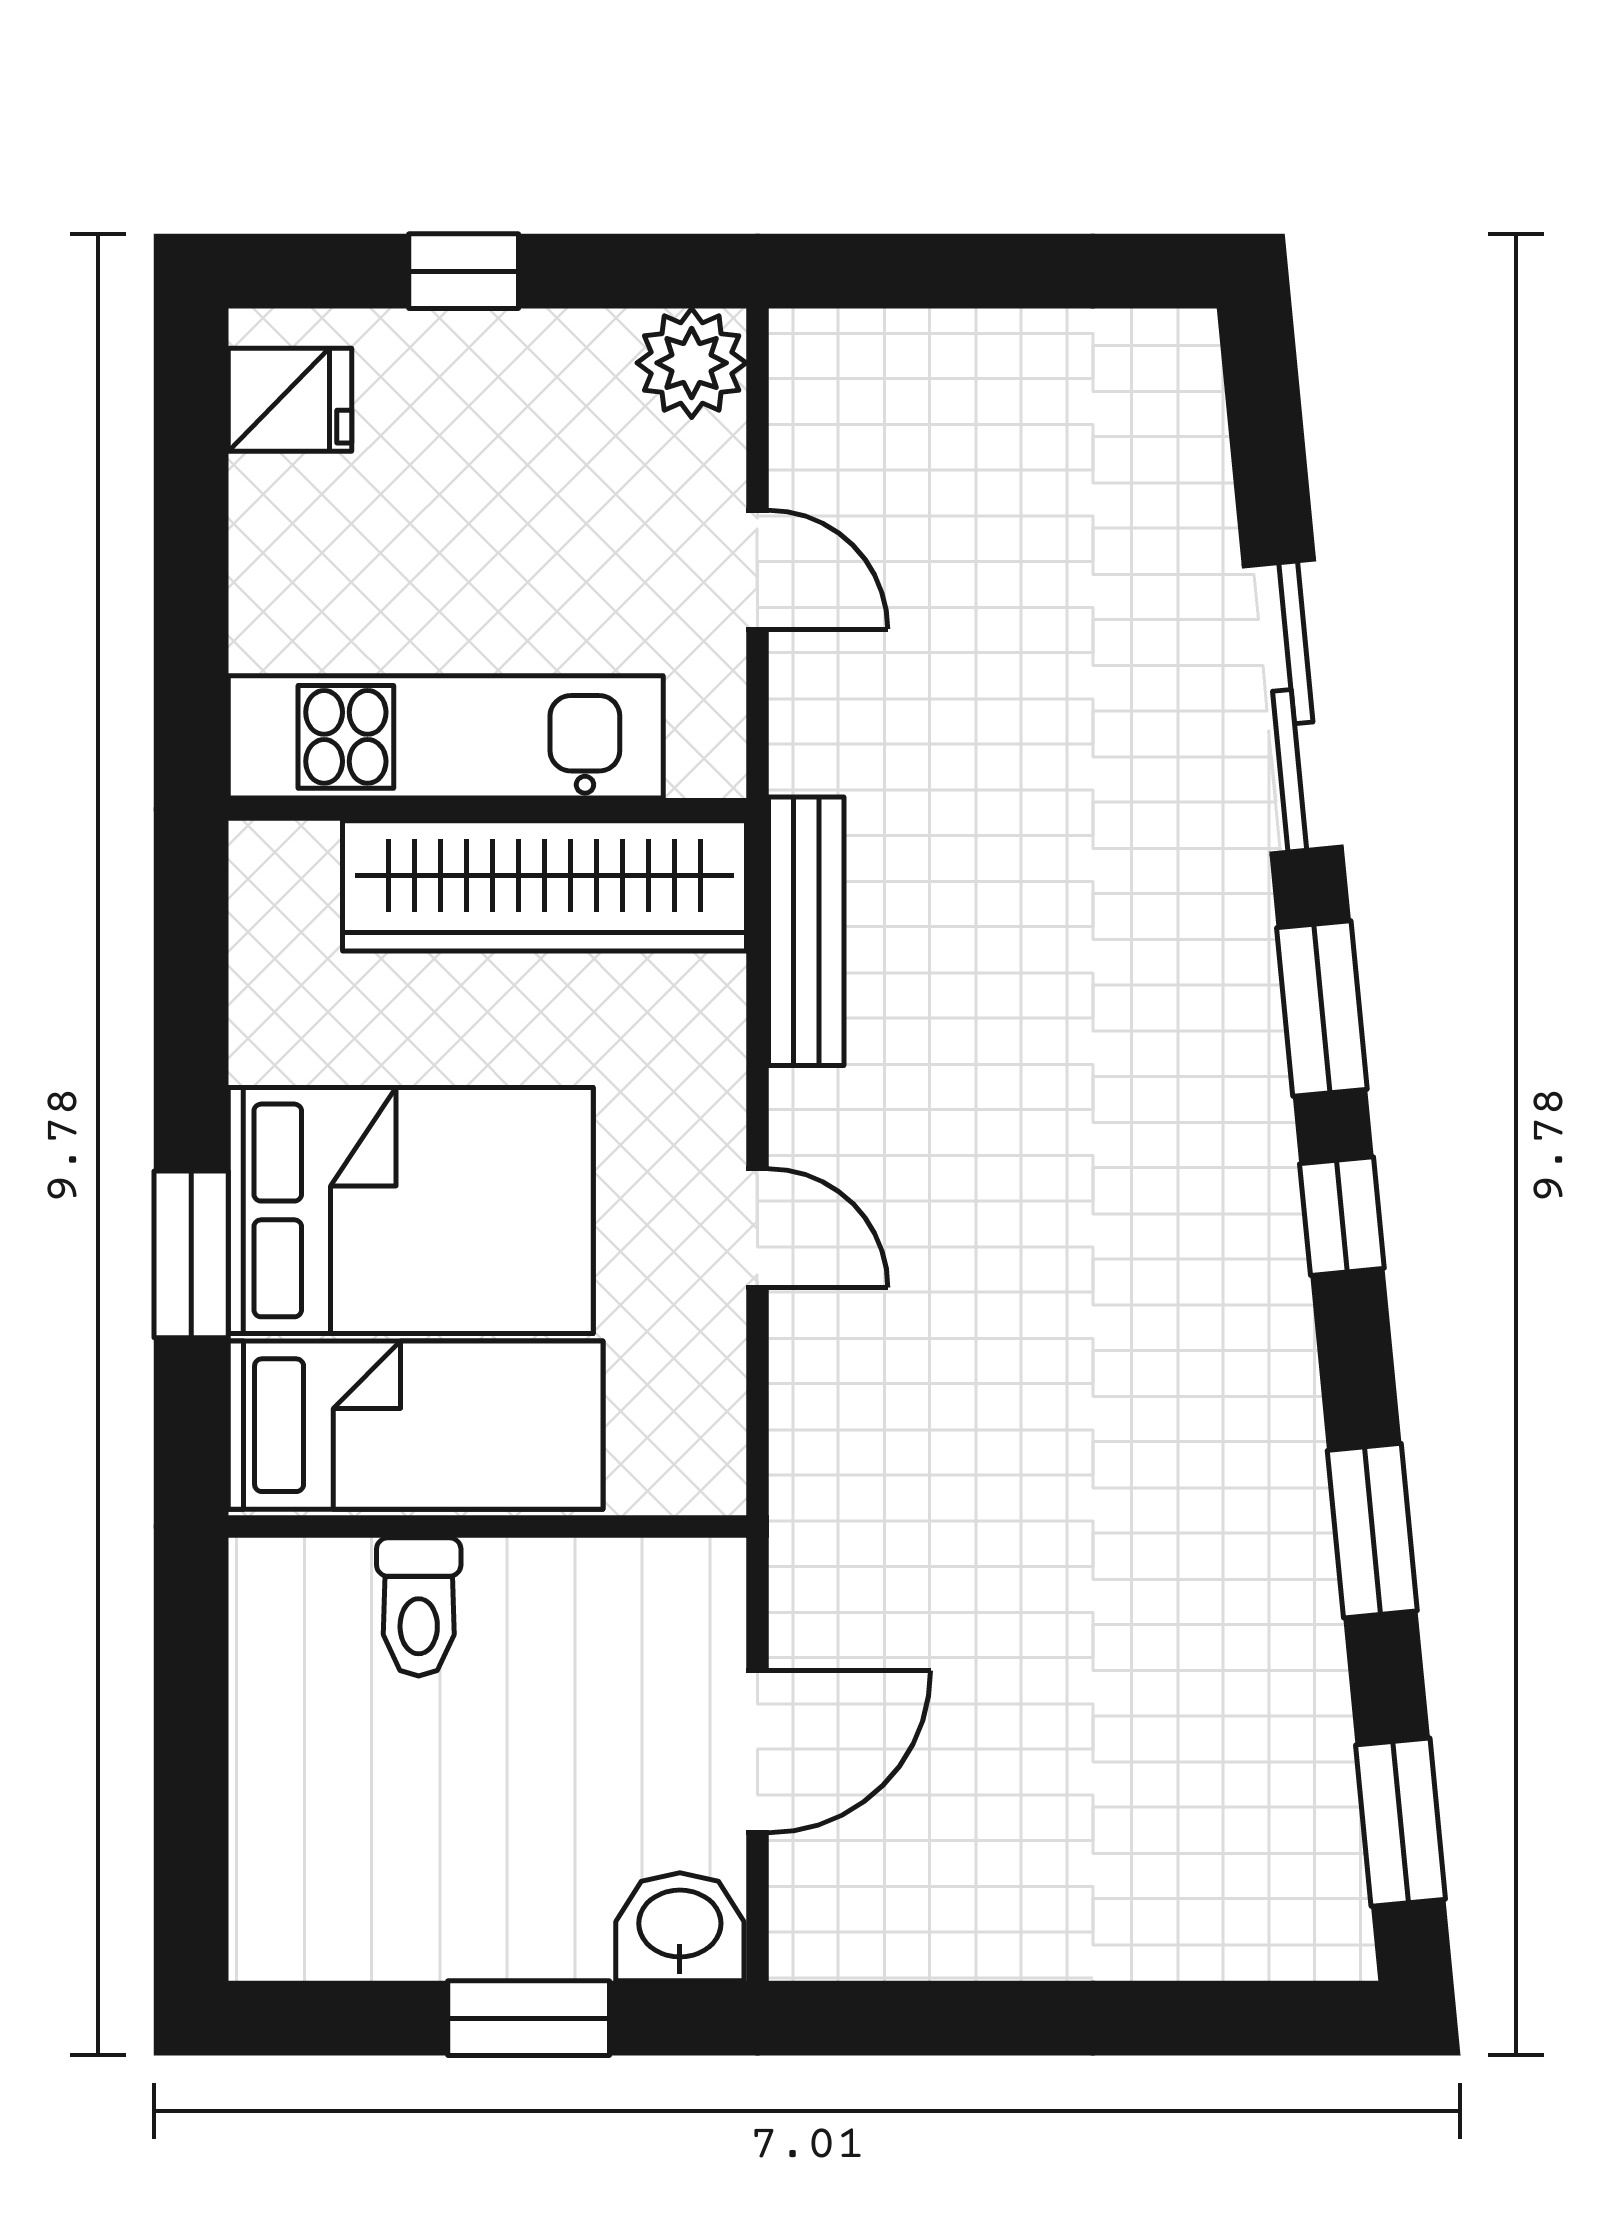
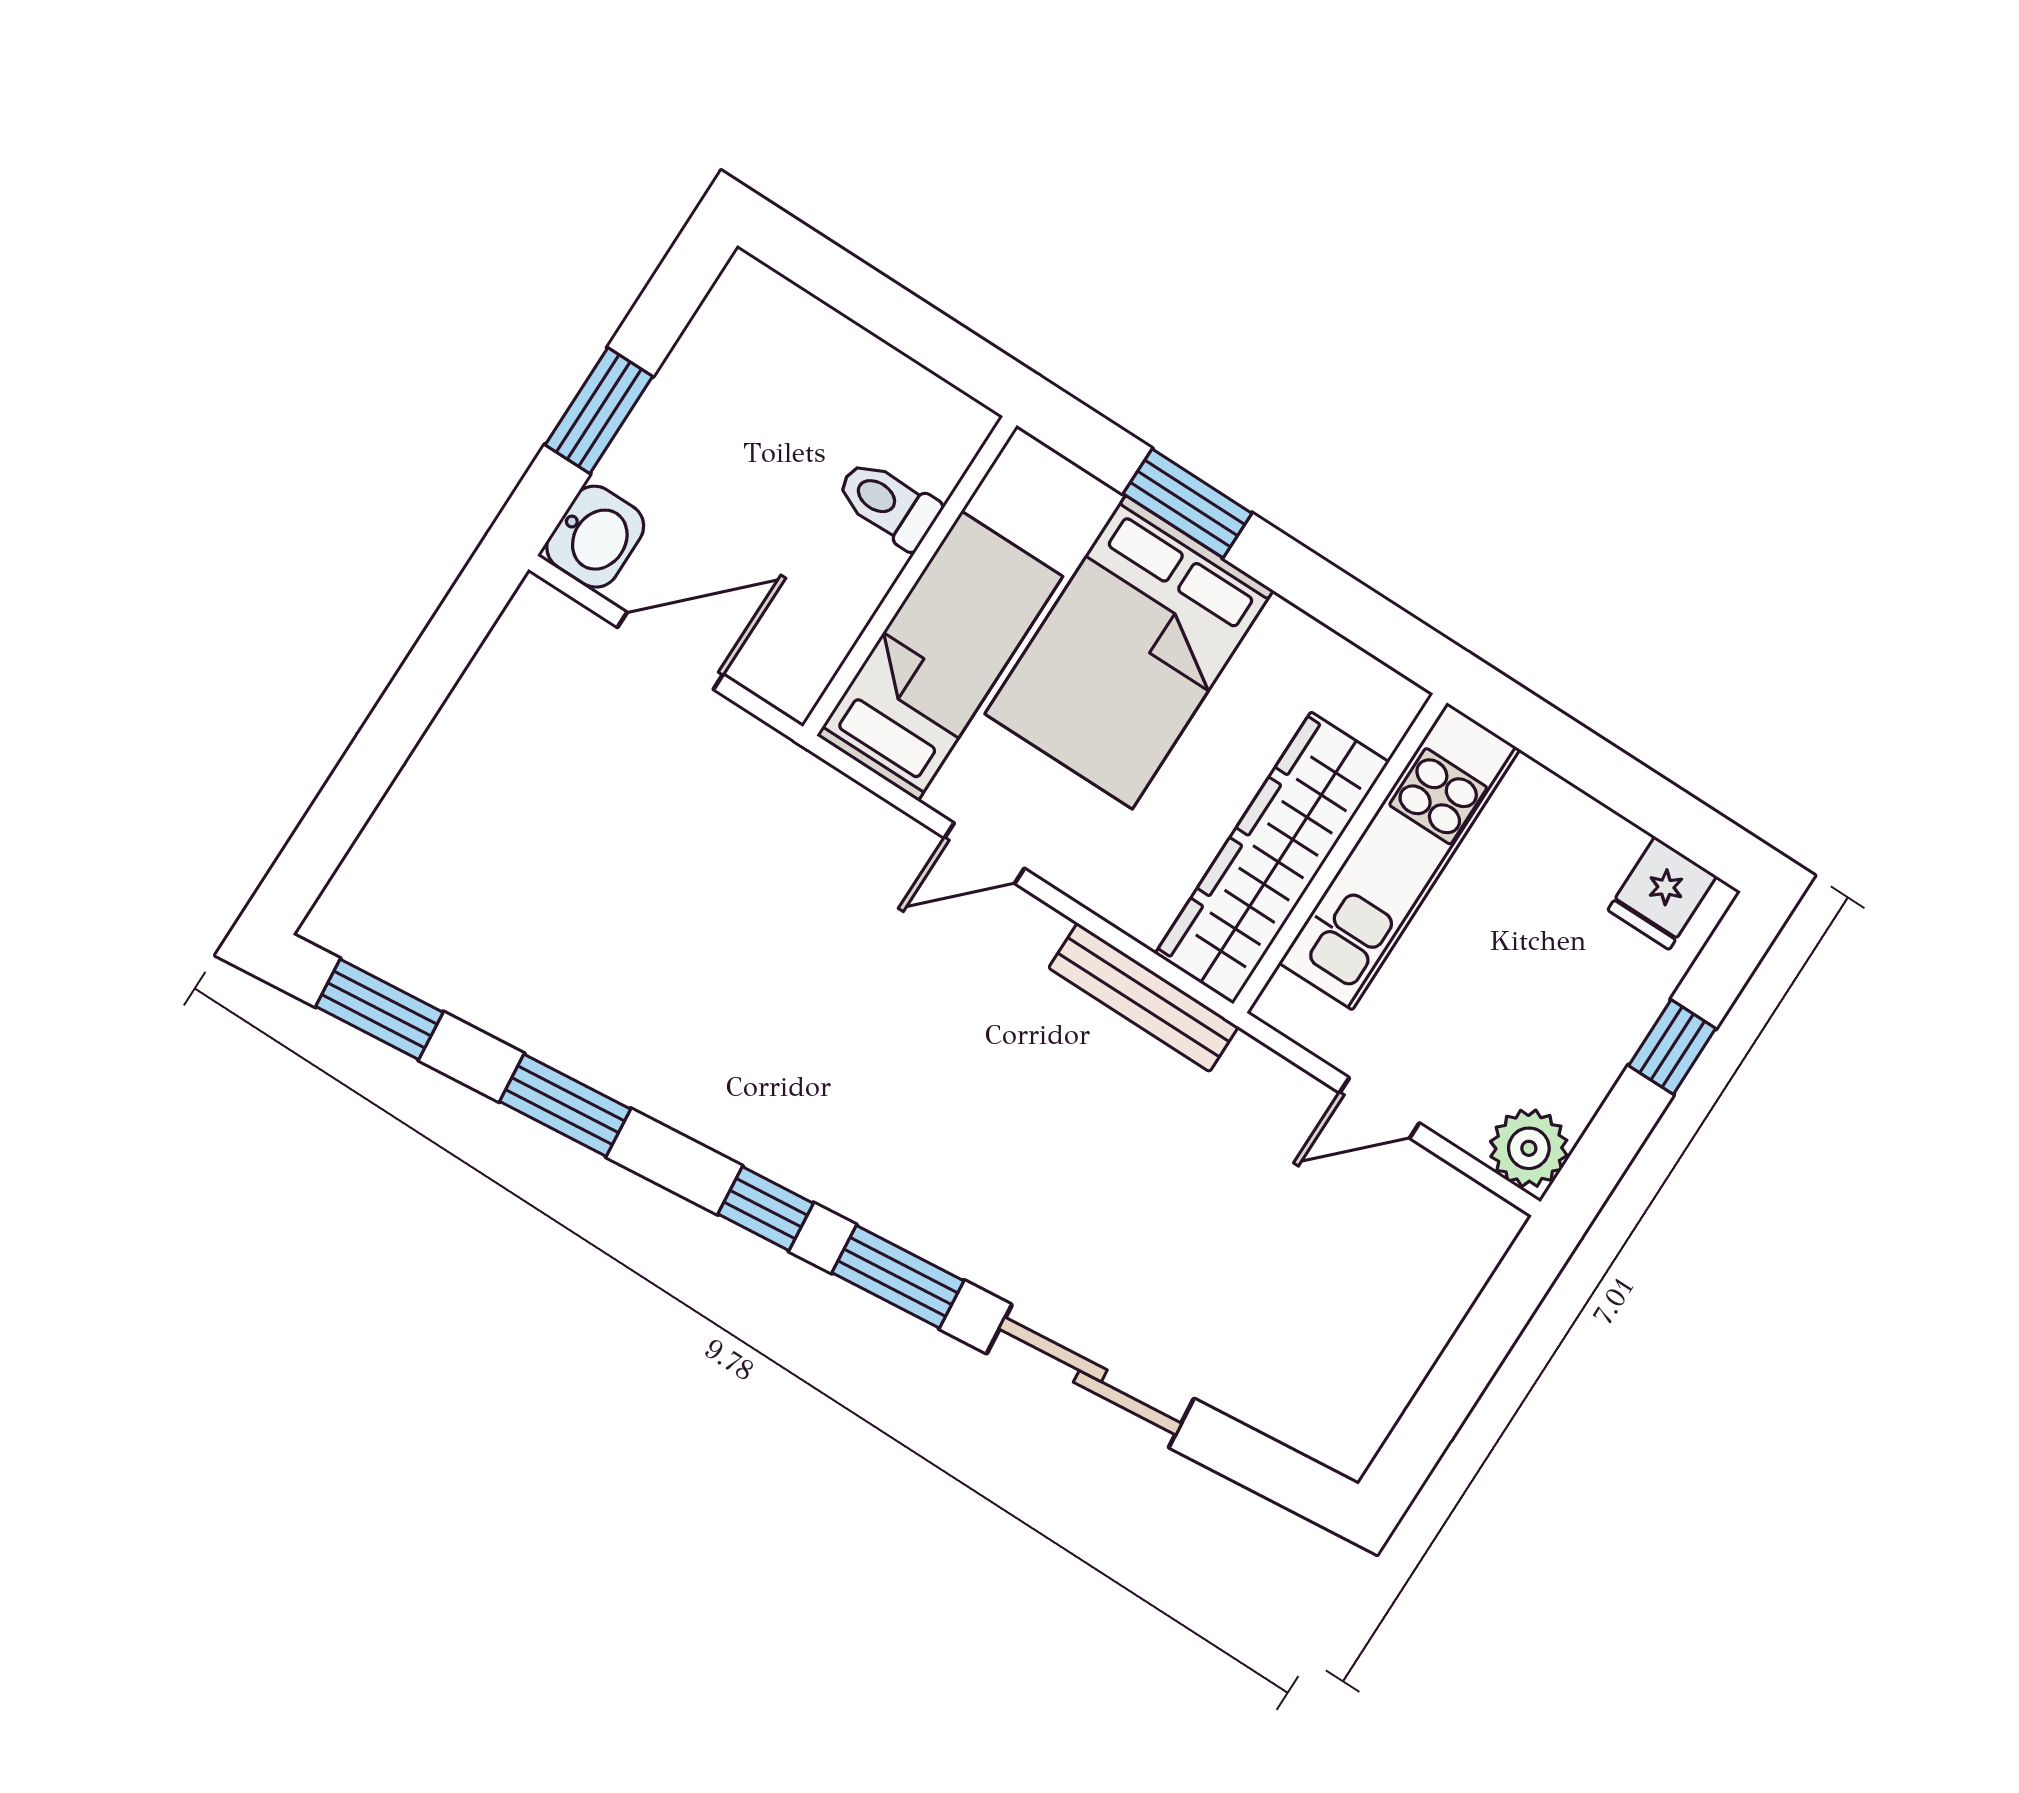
bed: (416, 1425) -> (940, 656), moved, turned 180
door: (757, 1752) -> (670, 651), swing flipped

